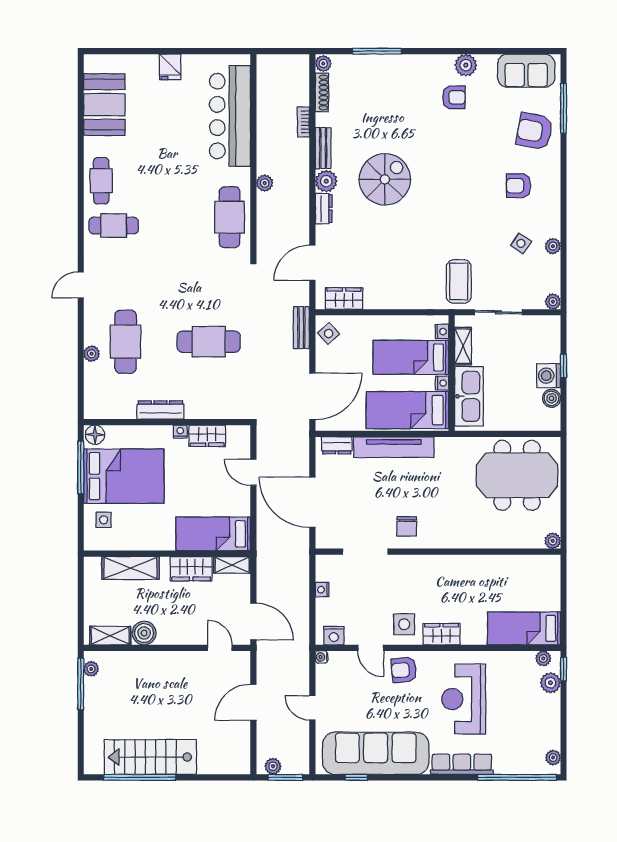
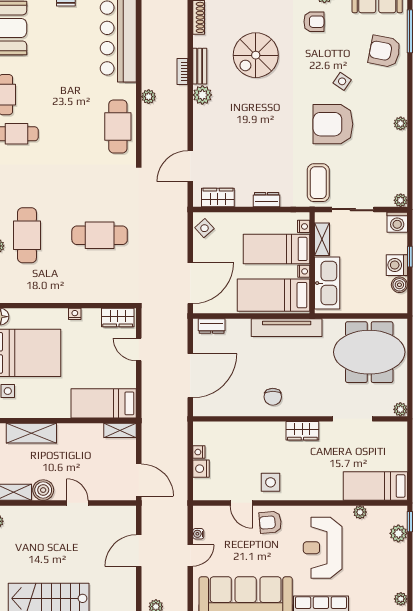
bookcase: (303, 122) -> (182, 71), moved
spiral stairs: (385, 179) -> (256, 55), moved, turned 180
armchair: (518, 186) -> (333, 124), moved, width x1.88, depth x1.88
dresser: (324, 209) -> (267, 200), moved, turned -90
side table: (521, 243) -> (342, 81), moved
plant: (553, 246) -> (401, 123), moved
washing machine: (549, 327) -> (397, 222), added
bench: (301, 328) -> (181, 223), removed
dresser: (160, 410) -> (57, 295), removed
wardrobe: (207, 436) -> (118, 318), moved
tv unit: (394, 447) -> (287, 328), moved
door: (312, 502) -> (190, 376), swing flipped
doorway: (365, 552) -> (353, 419), moved
wardrobe: (191, 569) -> (84, 434), removed
wardrobe: (441, 634) -> (302, 431), moved, turned 180
nightstand: (334, 636) -> (201, 469), moved, turned 90
door: (220, 648) -> (77, 503), moved
water cooler: (321, 657) -> (198, 534), moved
plant: (543, 658) -> (360, 512), moved
door: (312, 708) -> (190, 555), swing flipped

